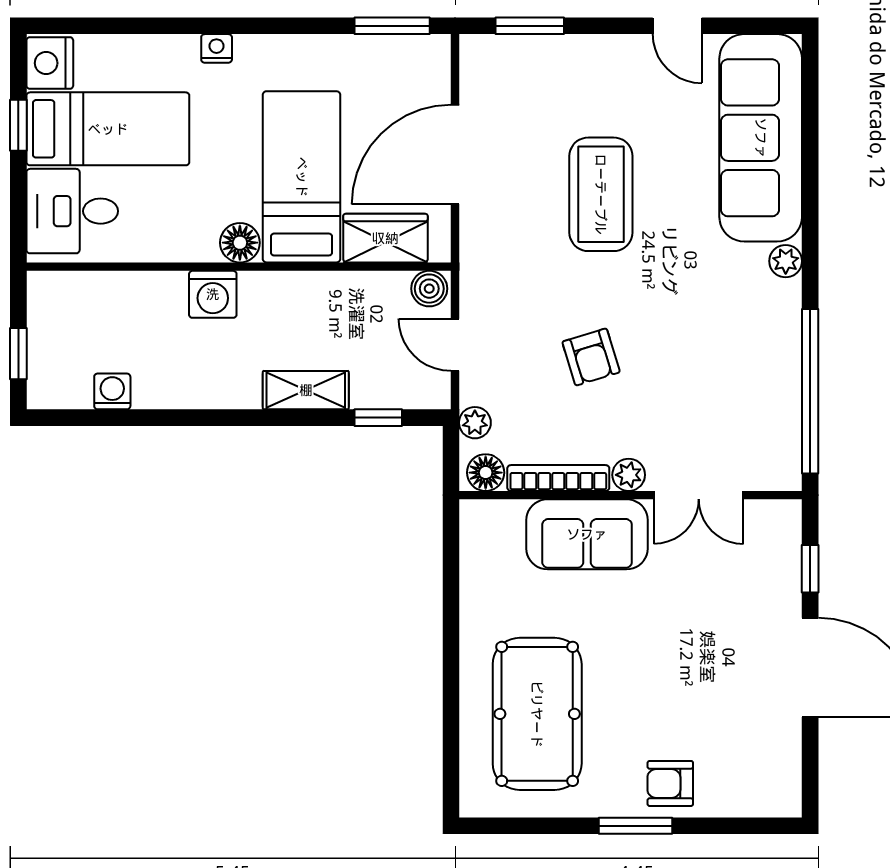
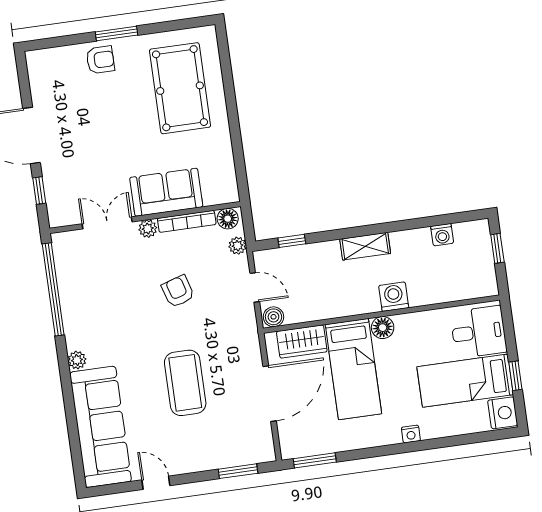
shelving: (306, 390) -> (365, 246), moved

